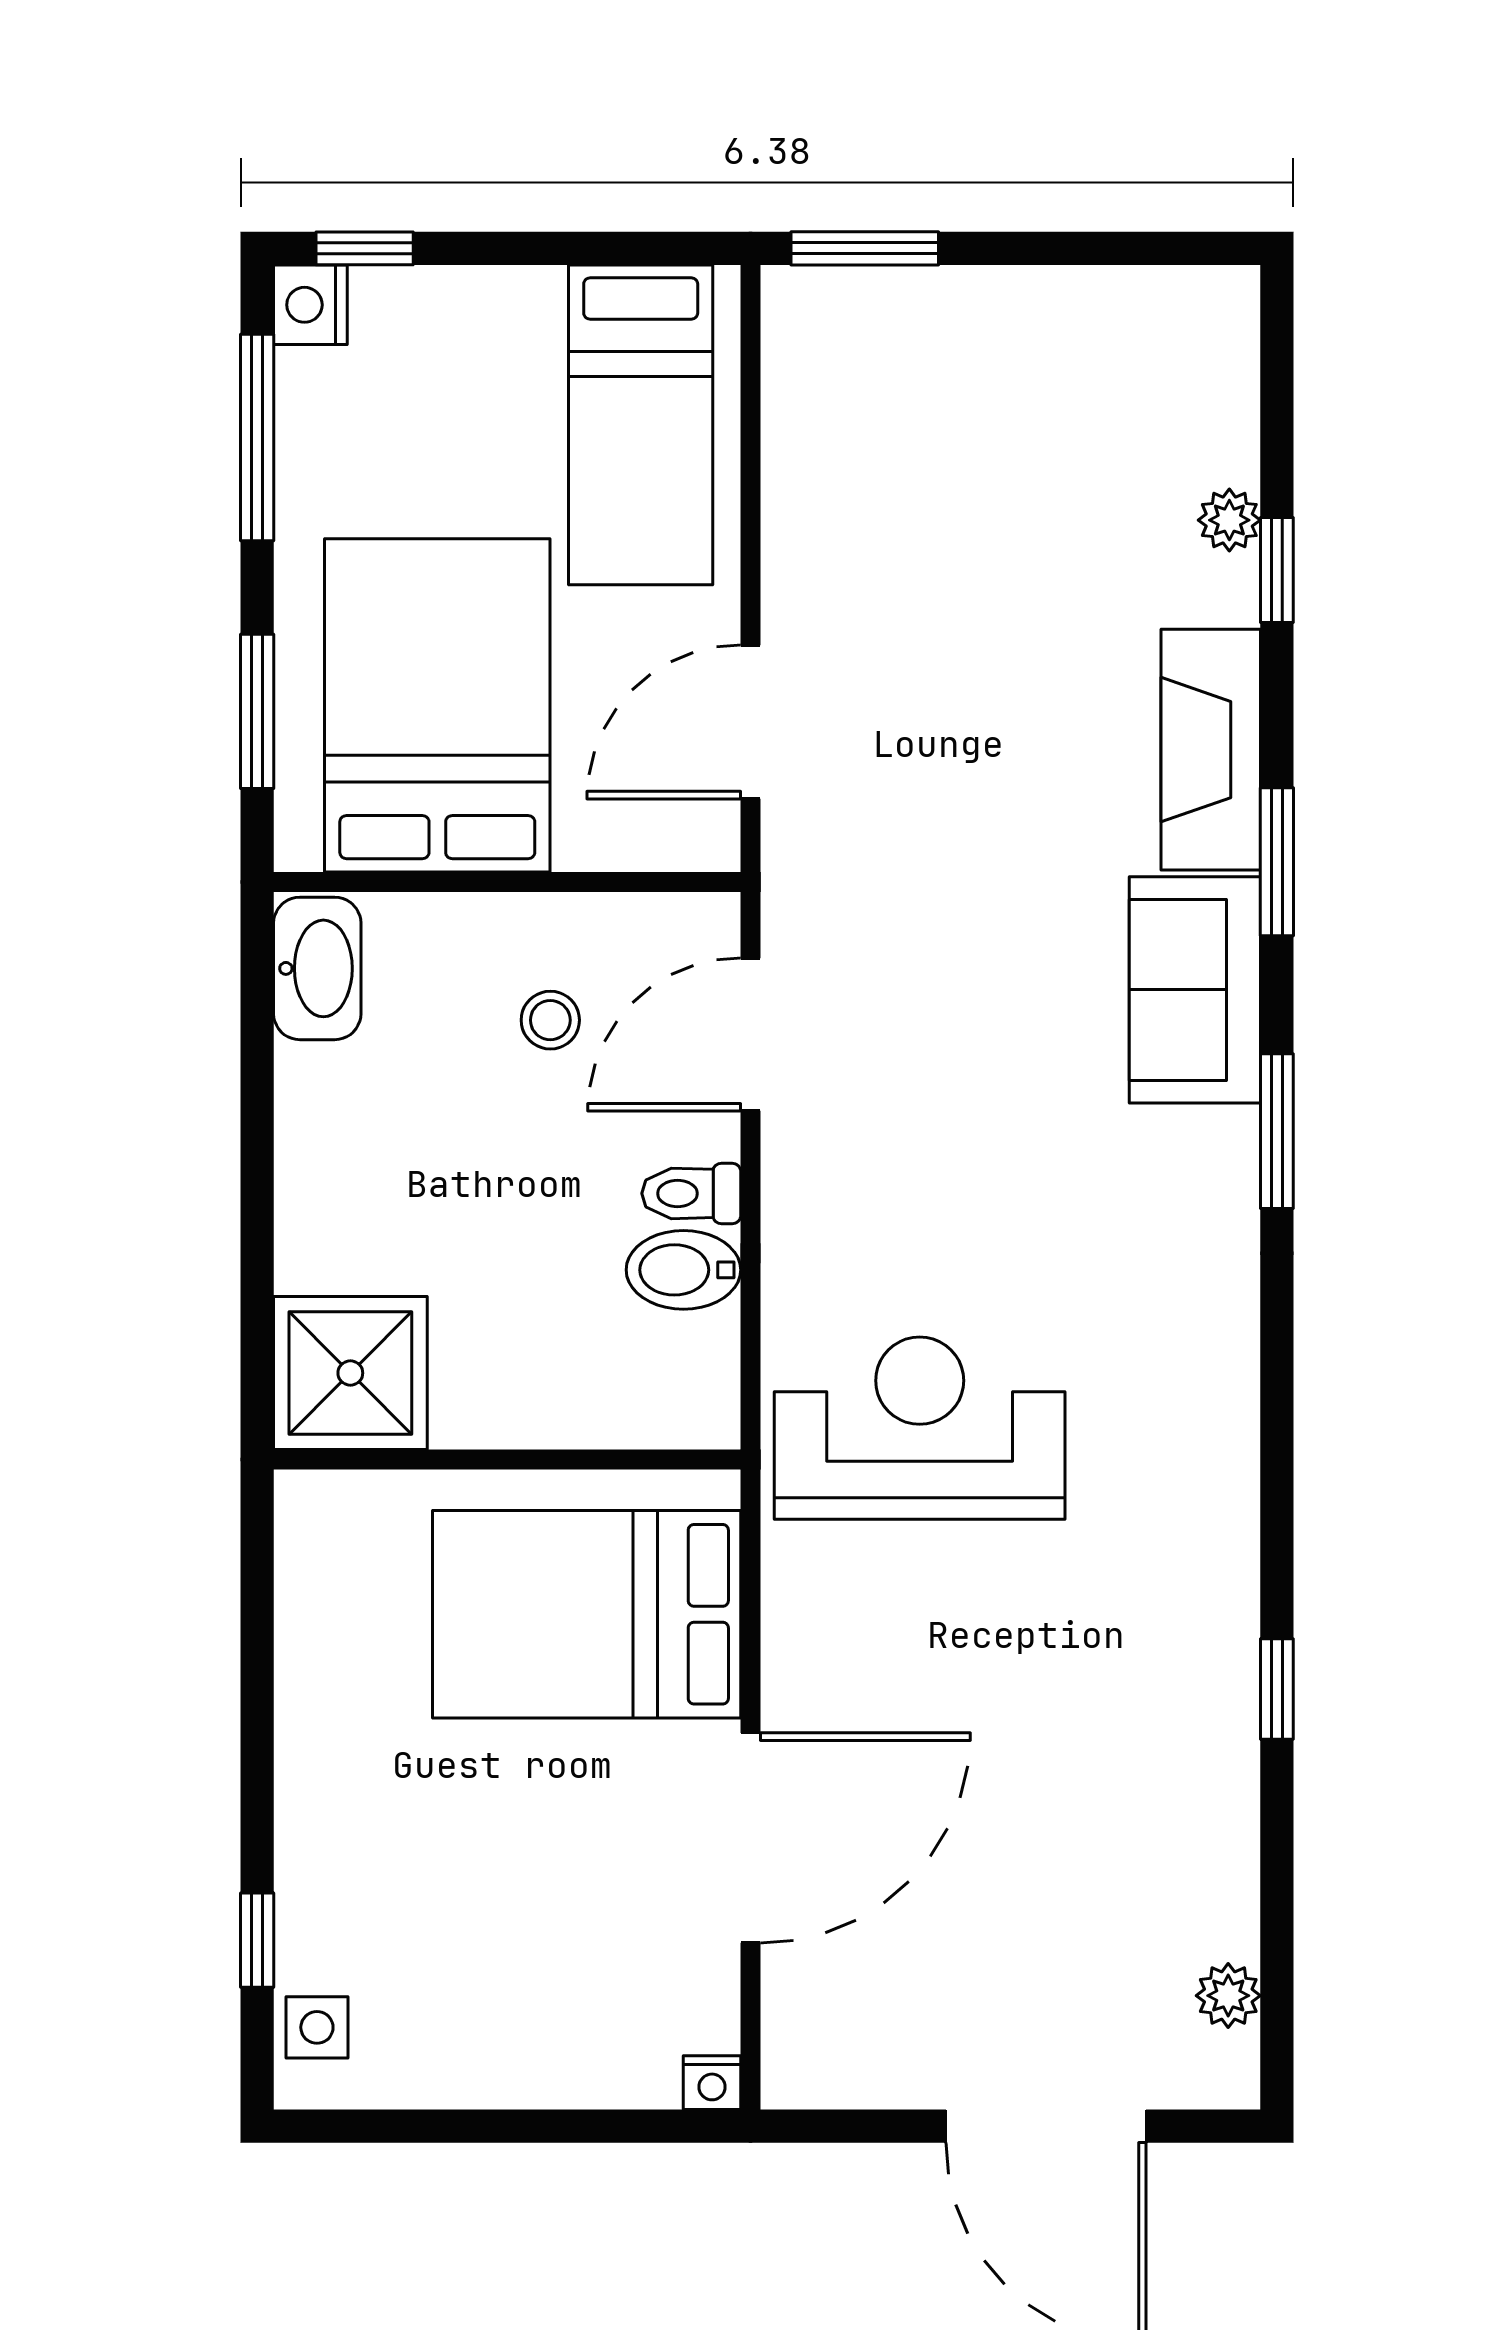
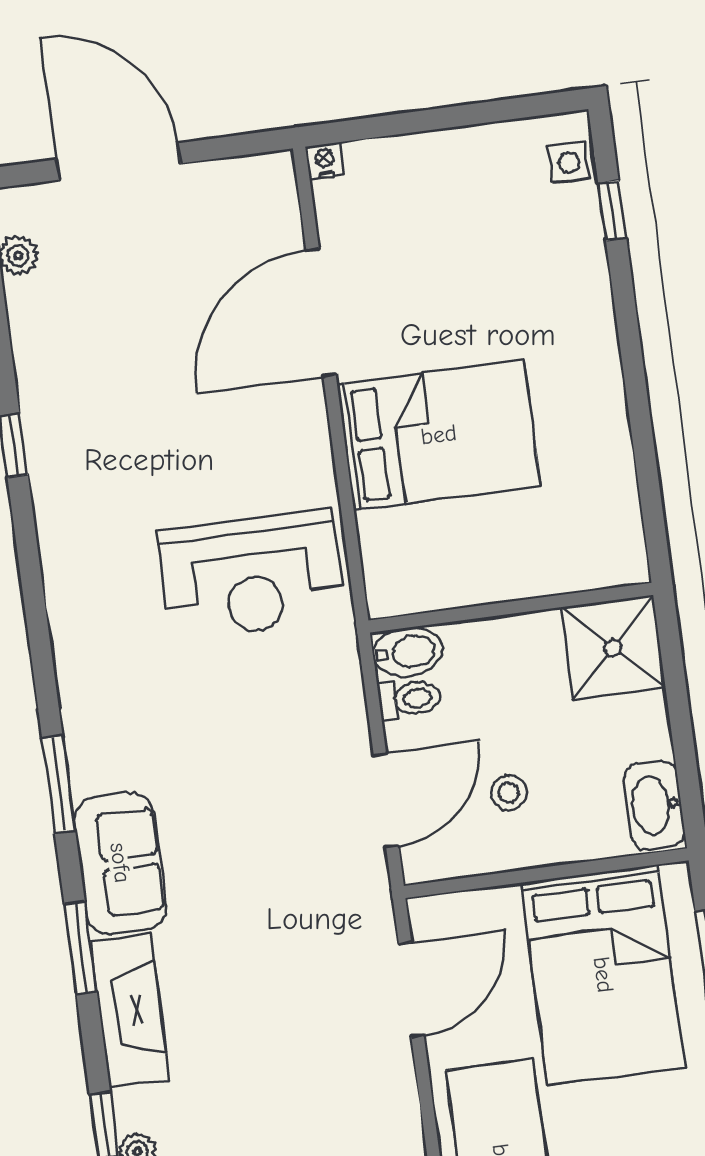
shower: (350, 1373) -> (613, 648), moved
wall: (507, 1460) -> (511, 608), moved

